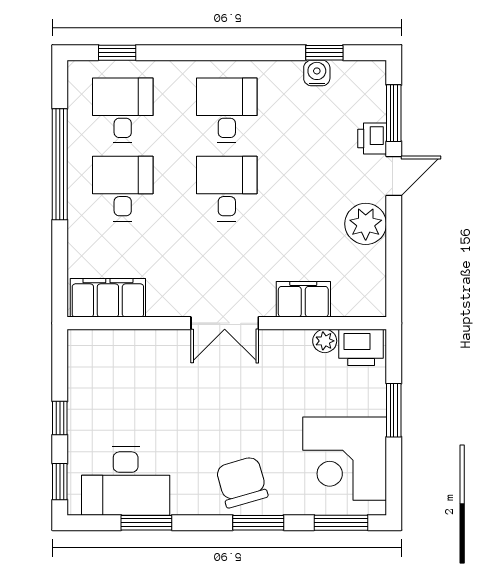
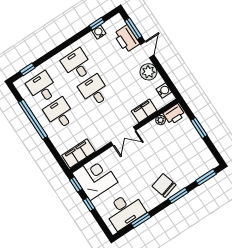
printer: (372, 138) -> (126, 39), width x1.87, depth x1.48
water cooler: (372, 284) -> (164, 91), added
corner desk: (345, 459) -> (95, 178), moved, turned 180
window: (60, 482) -> (76, 184), moved

